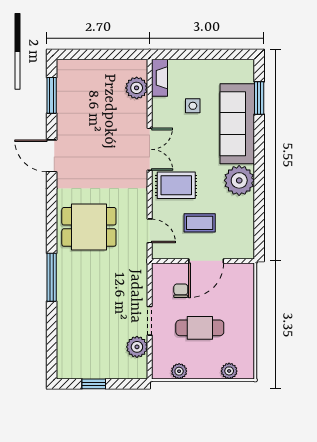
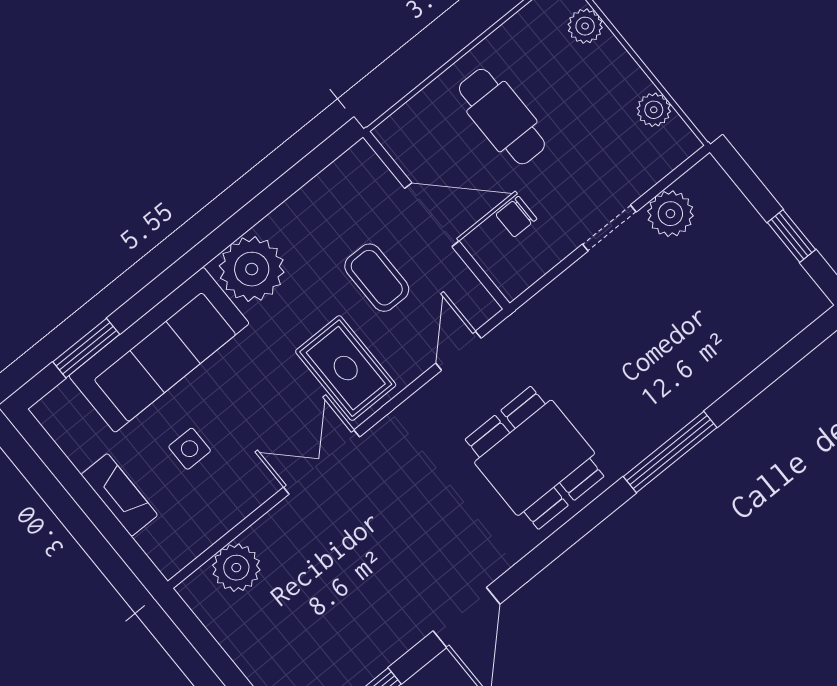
fireplace: (159, 78) -> (119, 495), moved, turned 90
cafe table: (200, 328) -> (502, 117), moved

